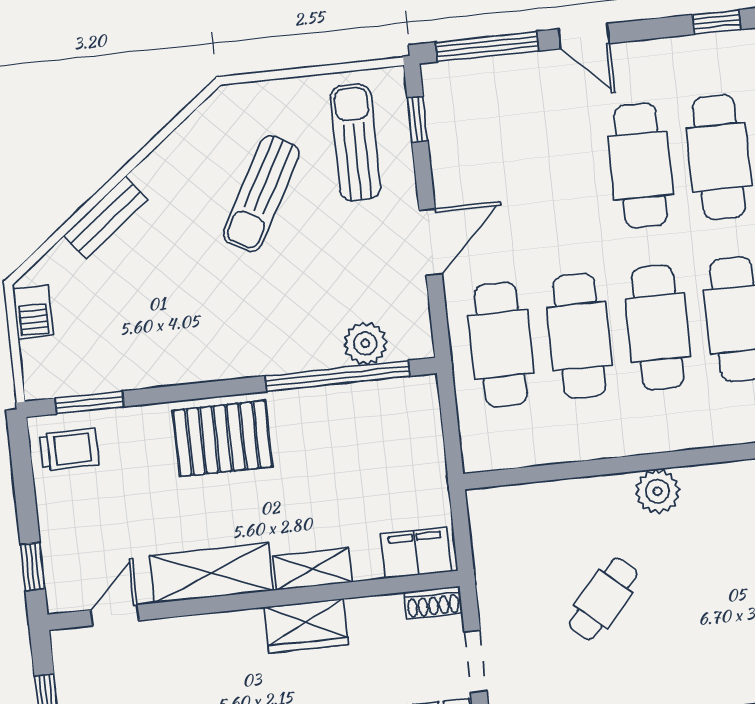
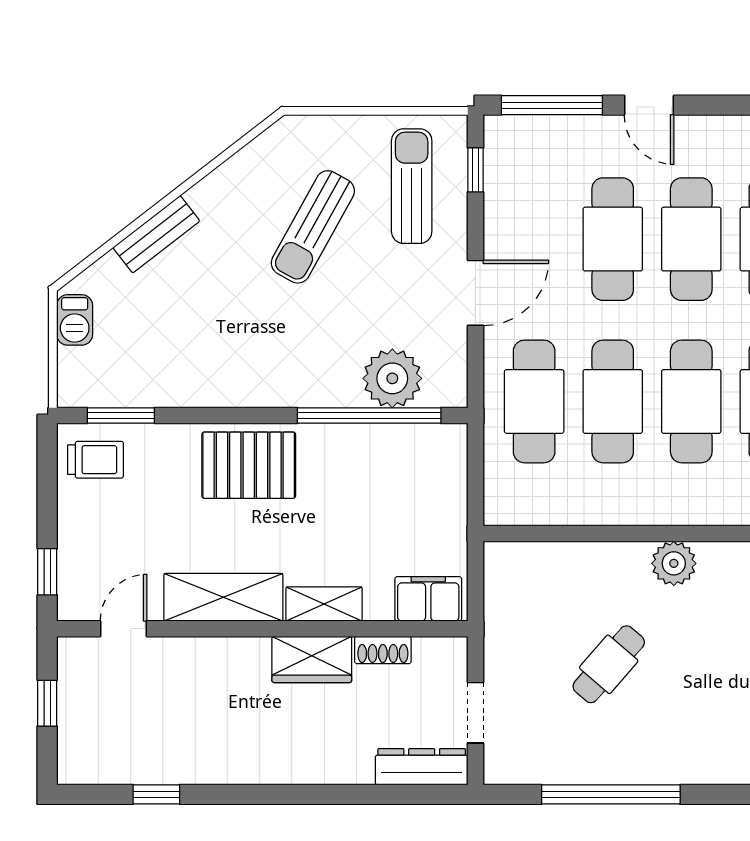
cafe table: (562, 174) -> (613, 239), added
plant: (365, 343) -> (392, 378), width x1.36, depth x1.36
shoe rack: (433, 603) -> (383, 650), moved

